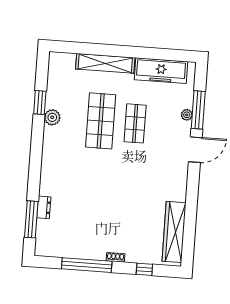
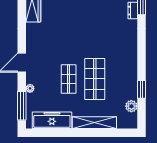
window: (198, 110) -> (22, 106), moved
plant: (52, 117) -> (131, 106), moved

